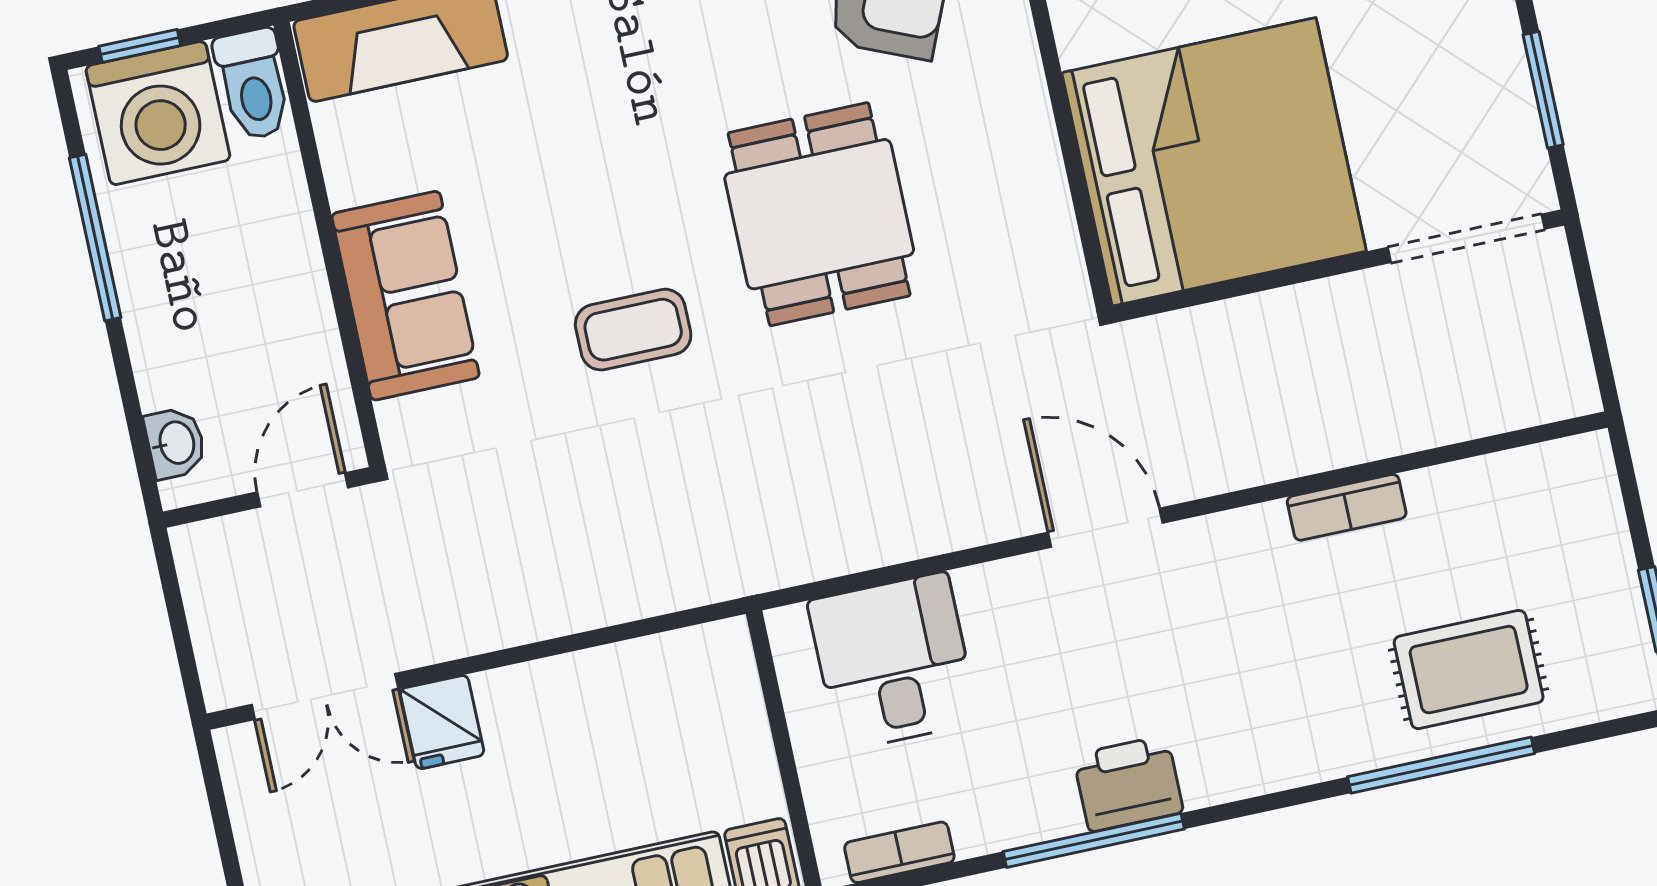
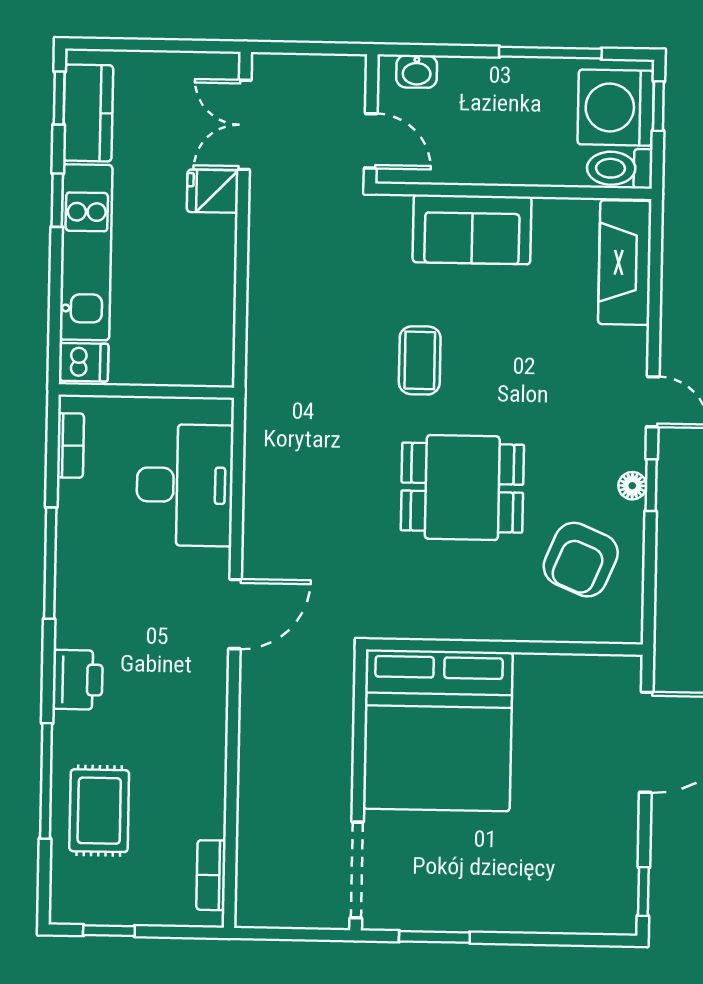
bookcase: (1347, 507) -> (211, 875), moved
desk: (893, 662) -> (185, 485), width x1.37
printer: (1128, 783) -> (78, 680), moved

